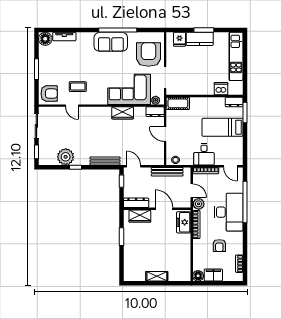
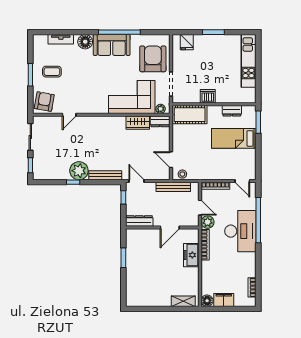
floor lamp: (45, 39) -> (85, 42), moved
kitchen counter: (200, 39) -> (209, 42), removed
coffee table: (78, 87) -> (52, 72), moved
dishwasher: (221, 89) -> (208, 96), moved
armchair: (49, 94) -> (44, 101), turned -80
dresser: (234, 102) -> (232, 111), moved
cot: (178, 103) -> (190, 115), width x1.37, depth x1.34
door: (72, 106) -> (69, 115), hinge flipped
wardrobe: (123, 113) -> (138, 123), moved
door: (165, 134) -> (171, 160), moved
desk: (204, 154) -> (213, 168), removed
plant: (66, 157) -> (79, 171), moved
door: (164, 209) -> (170, 227), swing flipped
wardrobe: (140, 216) -> (143, 235), removed
freezer: (184, 222) -> (191, 255), moved
armchair: (219, 246) -> (230, 268), removed
shelving: (157, 276) -> (183, 301), moved

